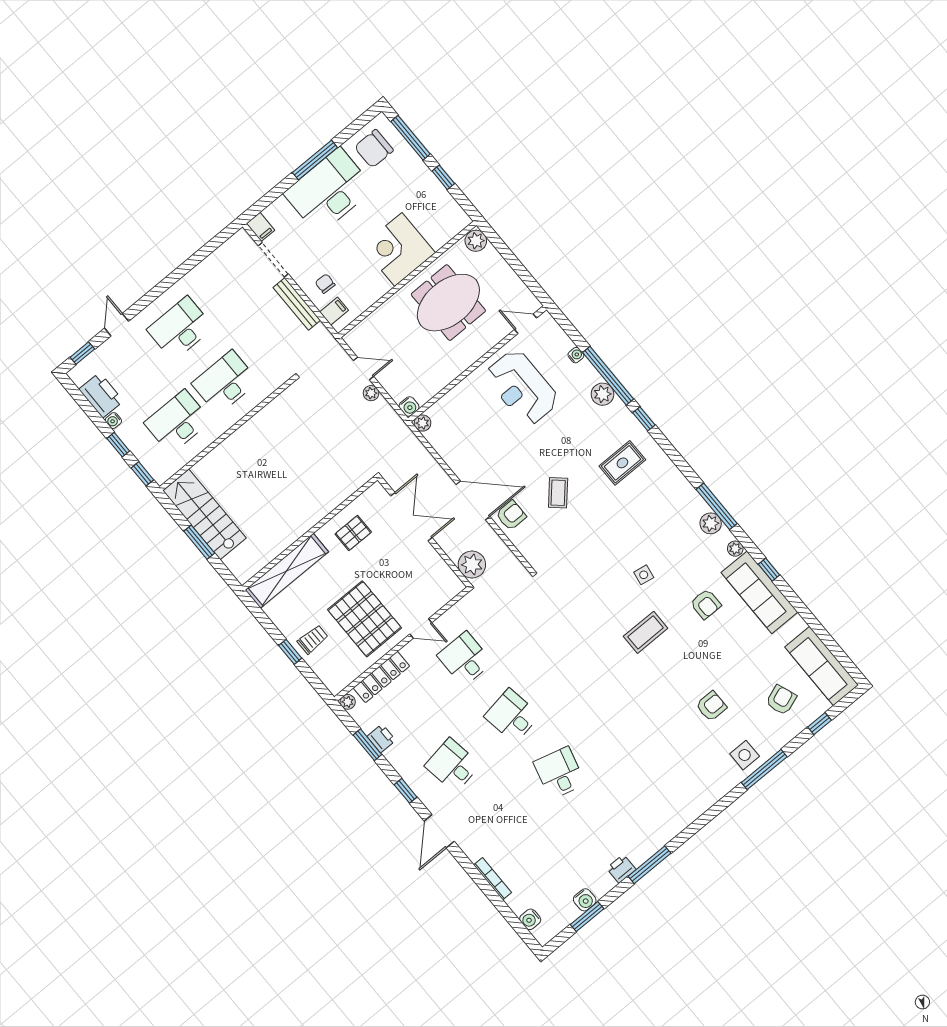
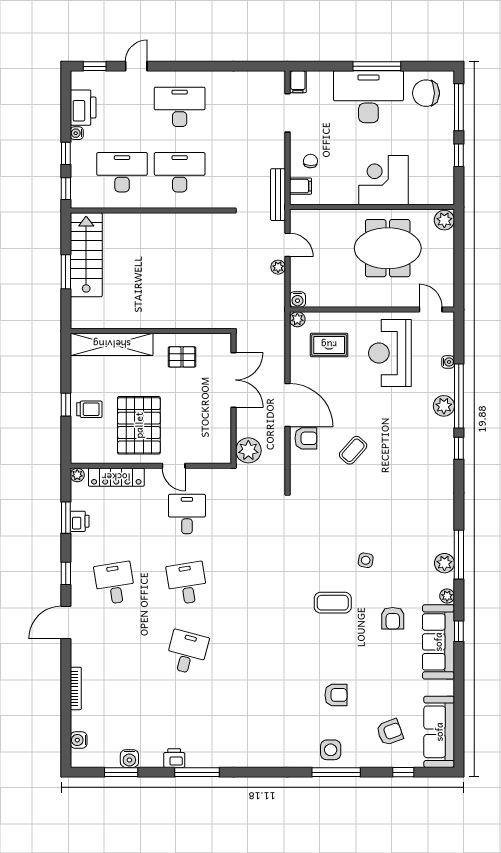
bench: (297, 304) -> (278, 195), moved
rug: (622, 463) -> (329, 345), moved

